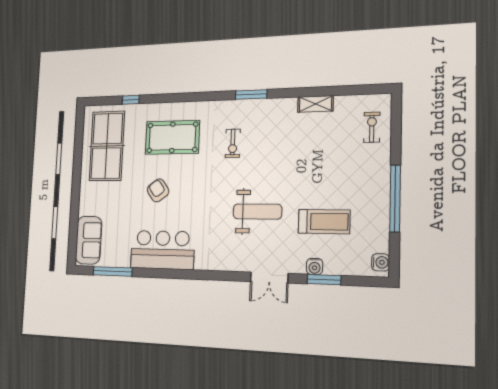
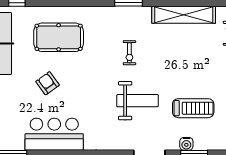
shelving: (315, 104) -> (184, 15), width x2.20, depth x1.33
exercise bike: (233, 143) -> (129, 53), moved

